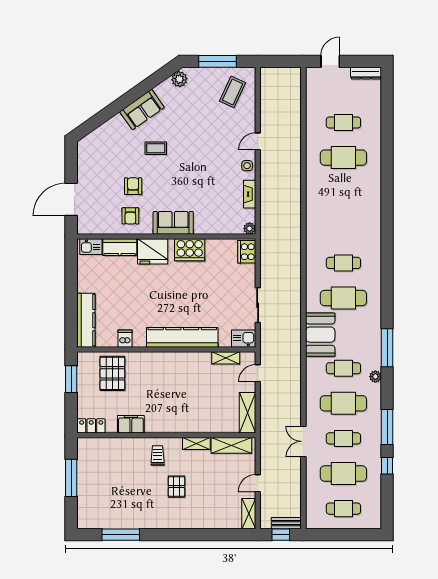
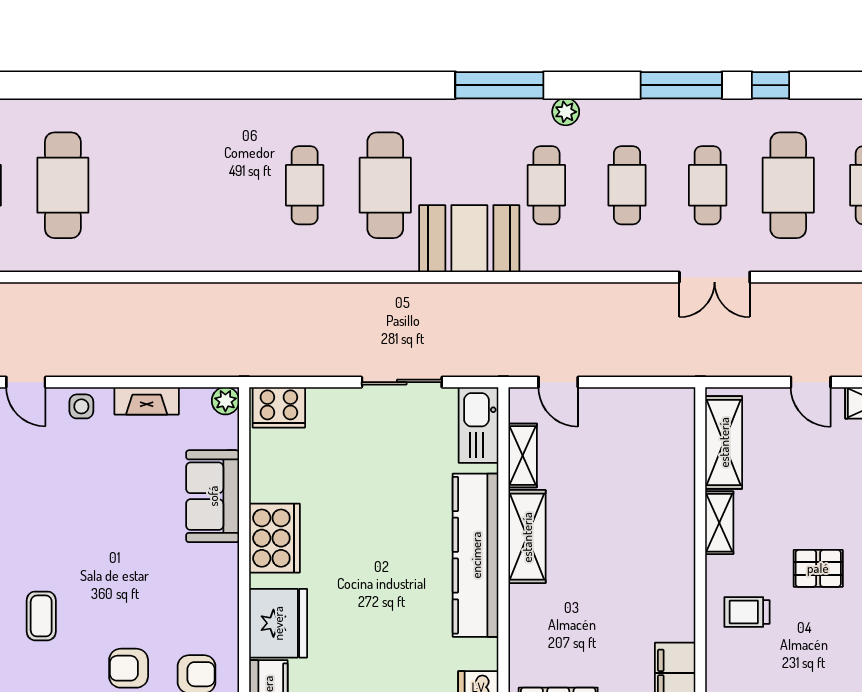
sofa: (173, 223) -> (213, 496), moved
kitchen sink: (244, 339) -> (478, 425), width x1.38
cafe table: (343, 403) -> (627, 185), width x0.73, depth x0.74
shelving: (247, 413) -> (527, 537), moved, turned 90

